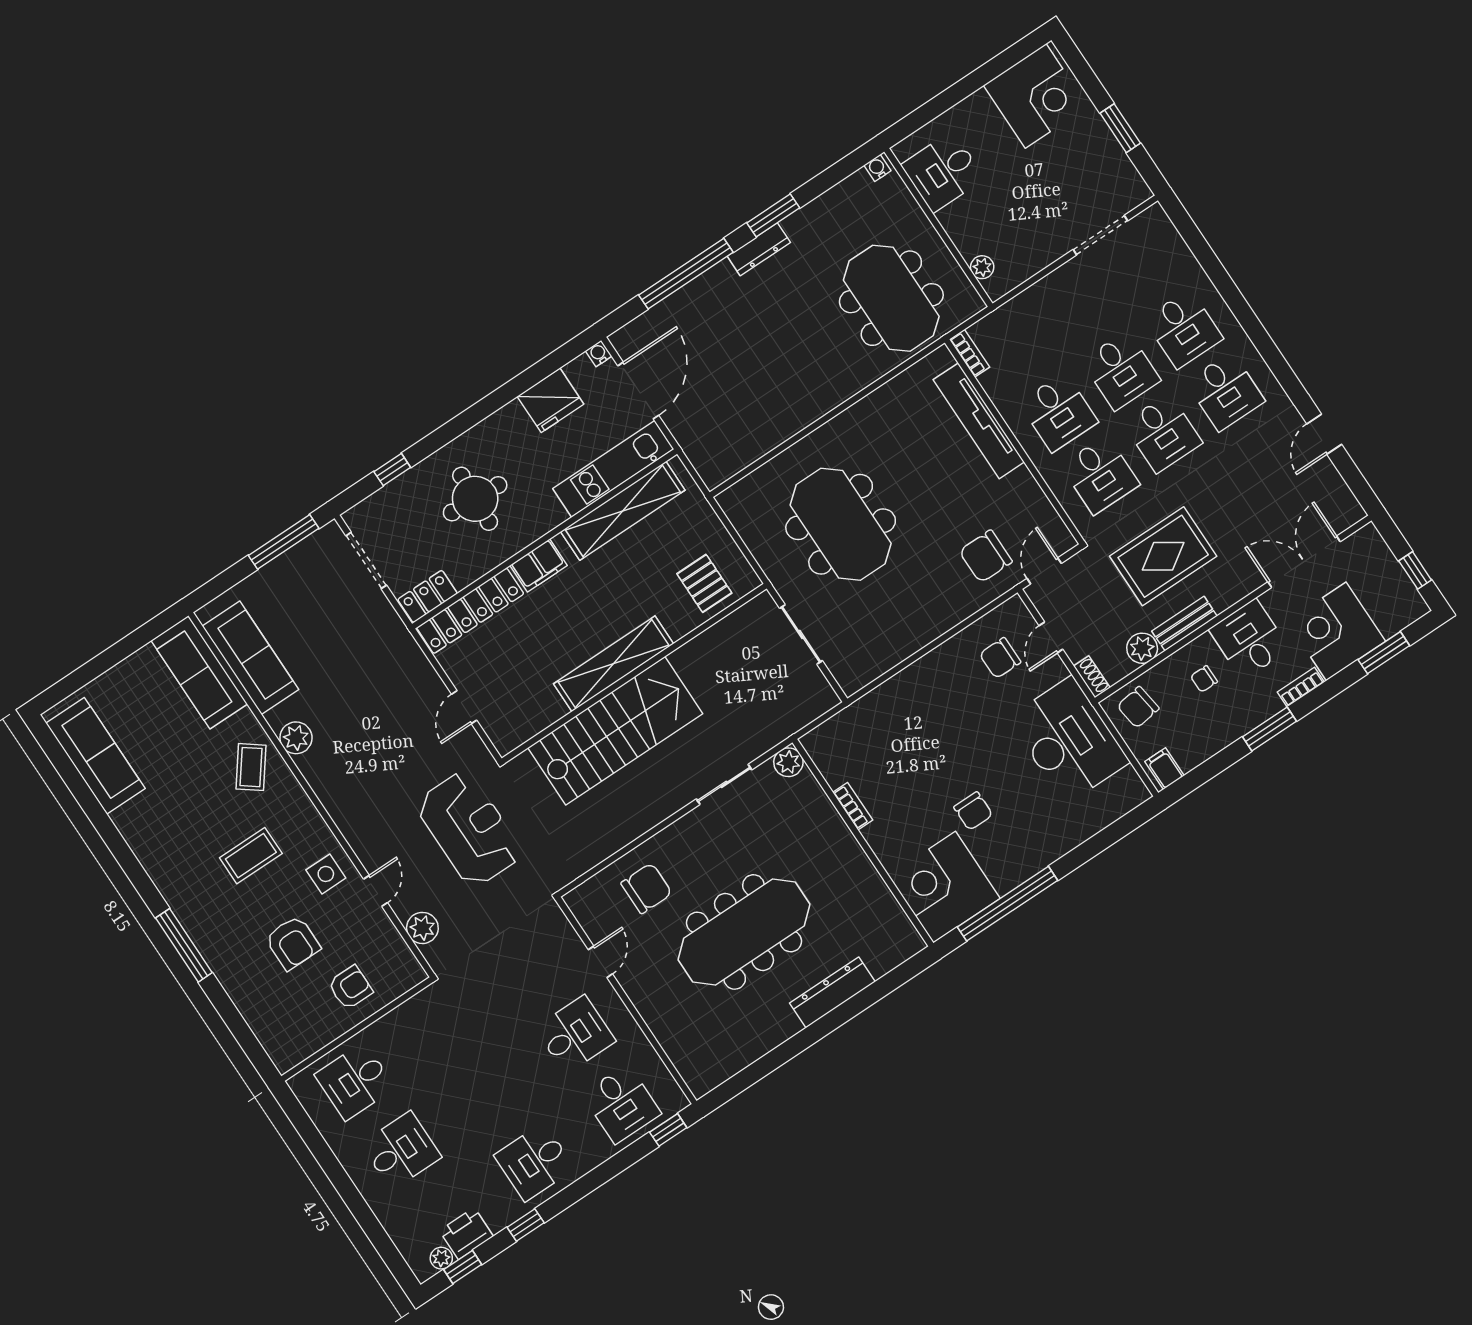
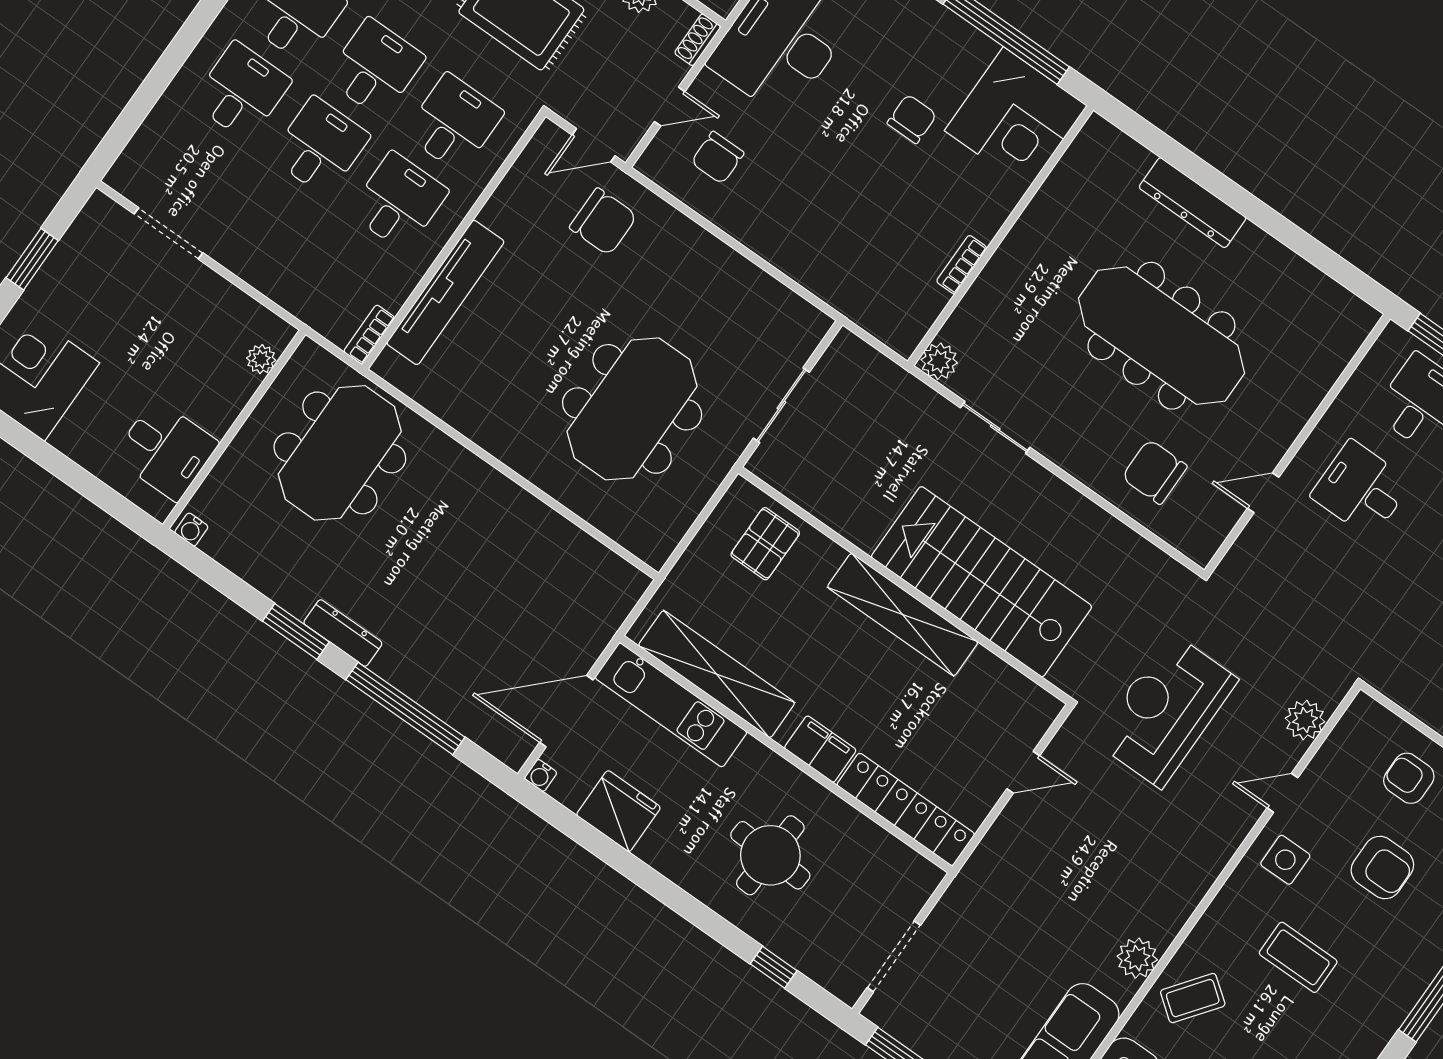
locker: (427, 596) -> (908, 867), removed
chair: (1000, 658) -> (718, 158), turned 90
armchair: (293, 943) -> (1382, 868), turned 90

